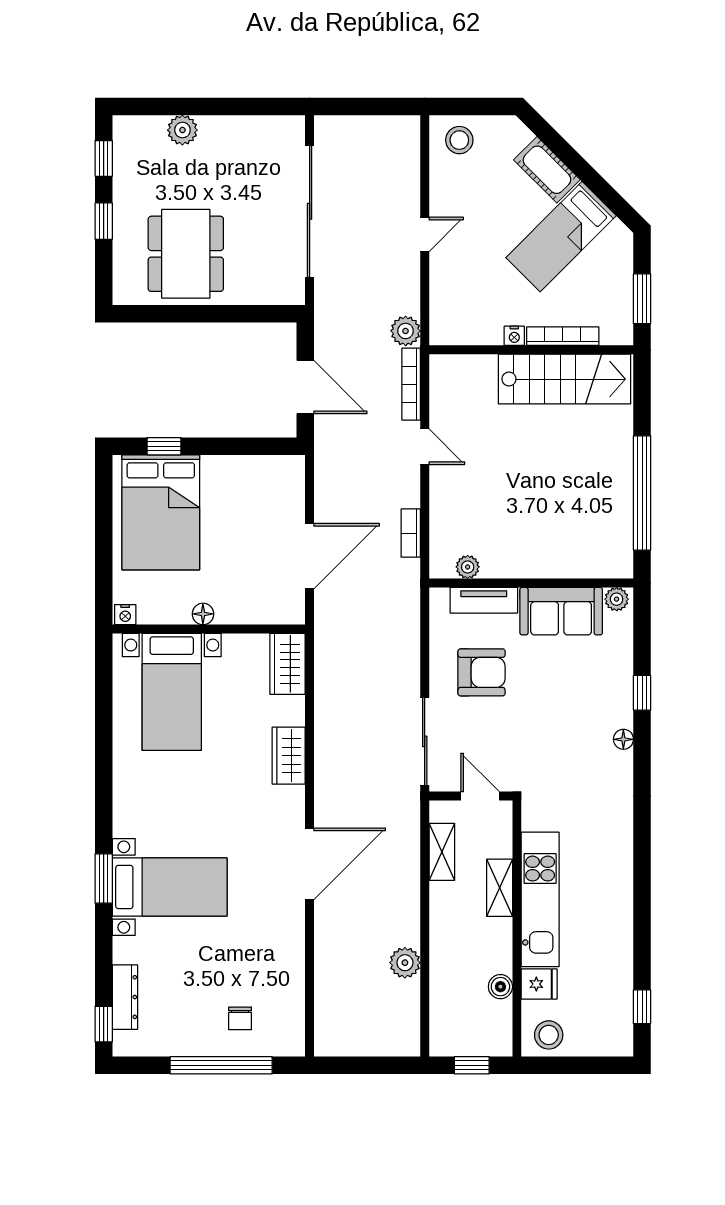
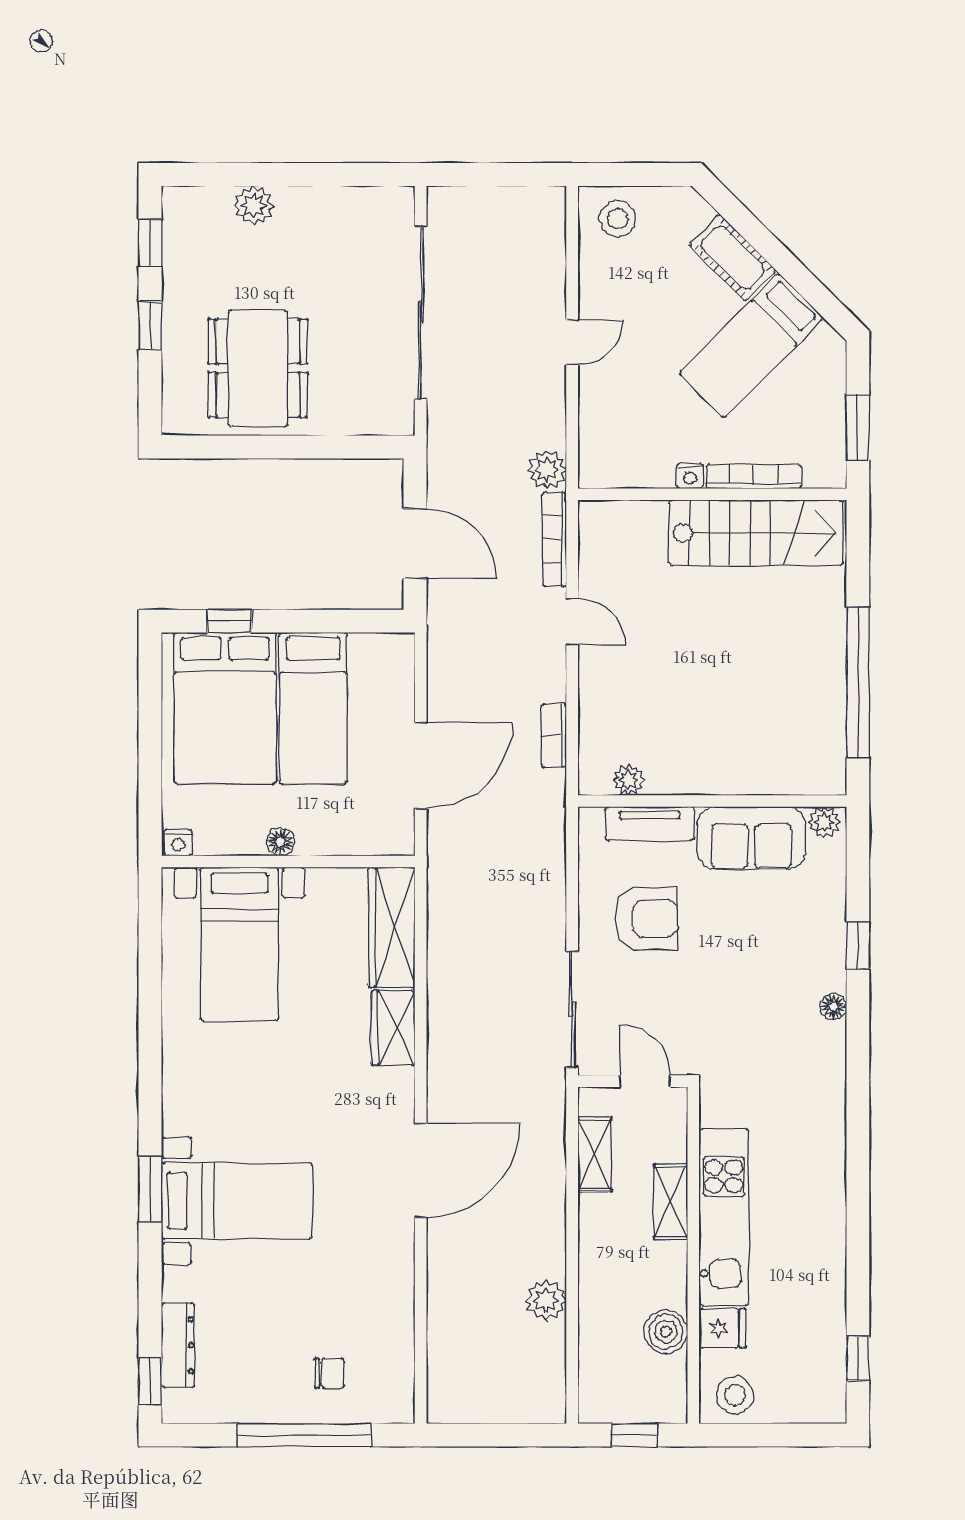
bed: (228, 512) -> (313, 708), added
wardrobe: (288, 664) -> (392, 927), width x1.50
boiler: (500, 987) -> (666, 1332), width x1.36, depth x1.36
chair: (240, 1018) -> (329, 1373), turned -90

